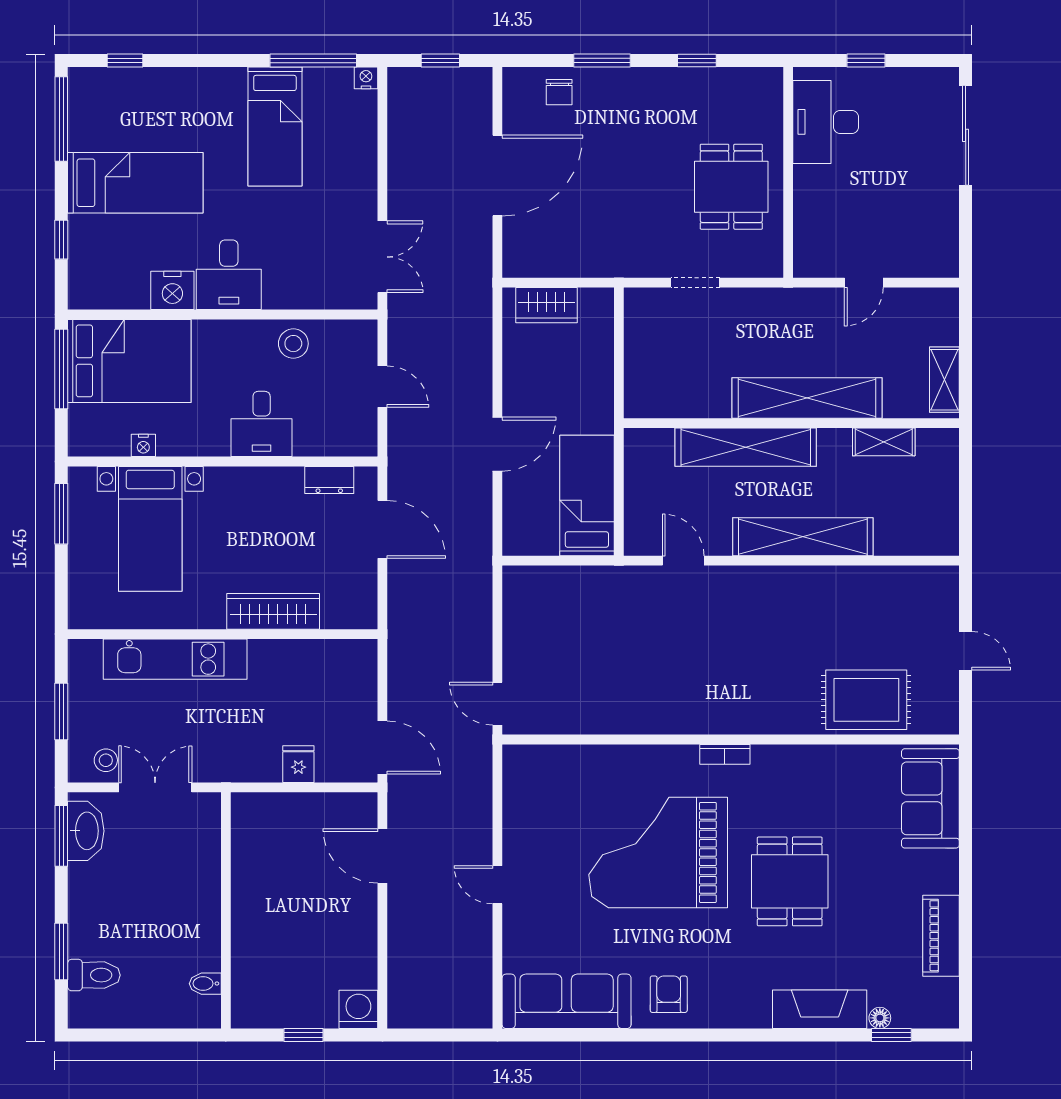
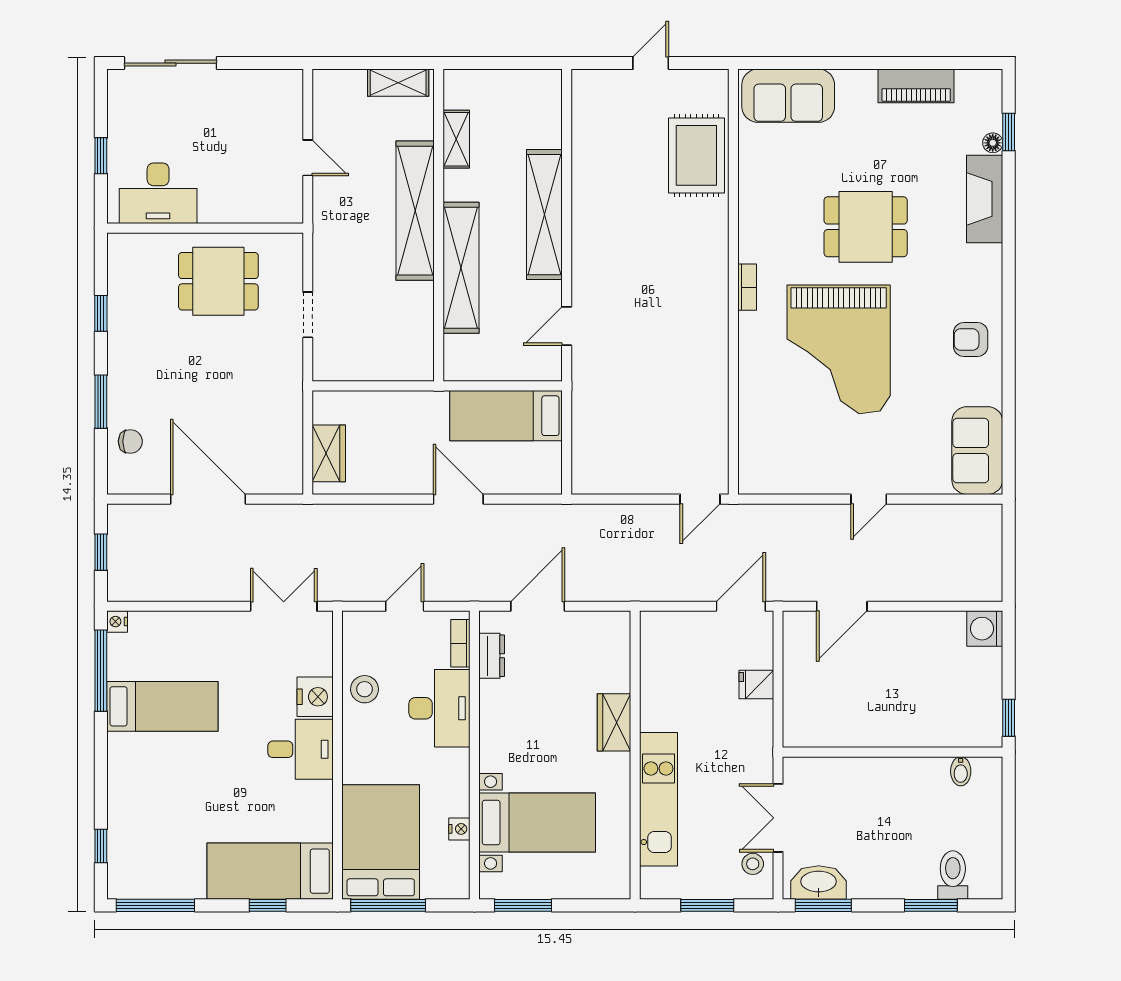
bed: (135, 183) -> (270, 871), moved, turned -90
nightstand: (172, 290) -> (315, 697), moved
desk: (262, 424) -> (439, 708), width x1.37
bookcase: (343, 446) -> (460, 643), added
wardrobe: (273, 611) -> (614, 722), width x0.67
sofa: (567, 1001) -> (977, 451), width x0.73
window: (304, 1035) -> (1009, 718), moved

